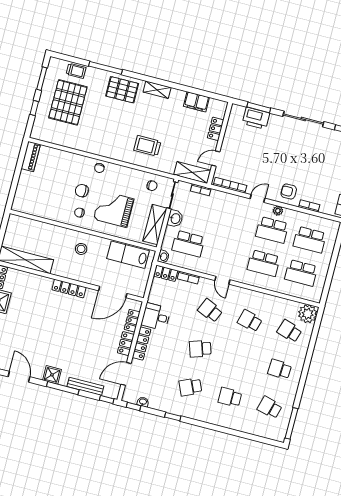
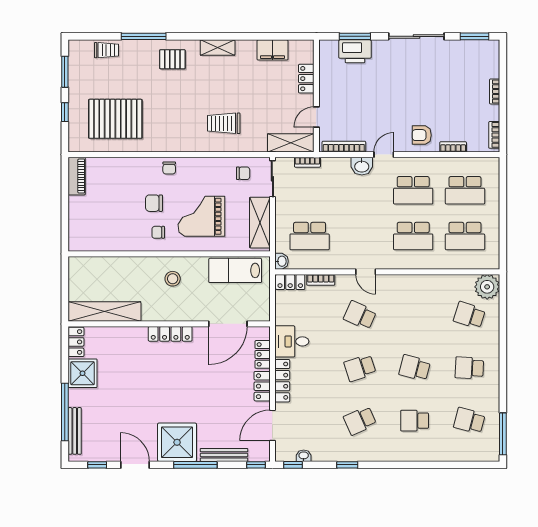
pallet: (122, 90) -> (172, 59), width x0.67, depth x0.71
pallet: (68, 102) -> (115, 119), moved, turned 90
plant: (278, 211) -> (414, 164), removed
washbasin: (175, 218) -> (362, 166), moved, turned 90
school desk: (250, 321) -> (415, 368), moved
shower: (52, 375) -> (177, 442), width x1.86, depth x1.86

